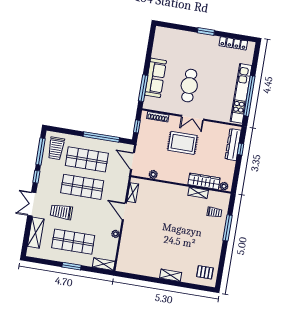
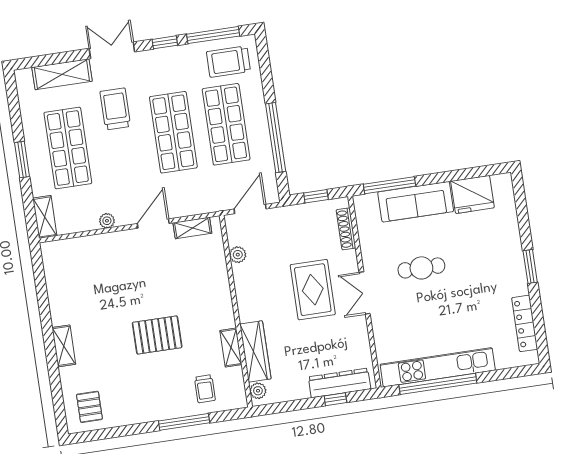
fridge: (161, 49) -> (472, 194), added
cafe table: (189, 86) -> (421, 268), width x0.73, depth x0.74
pallet: (180, 227) -> (157, 335), added

